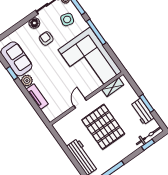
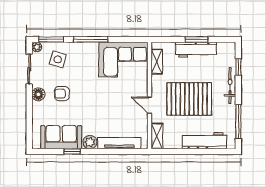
corner sofa: (90, 61) -> (123, 60), width x0.73, depth x0.74
tv unit: (37, 97) -> (119, 143), width x1.41
workbench: (142, 112) -> (196, 50), width x1.38
shelving: (63, 123) -> (157, 136), added
bicycle: (149, 136) -> (230, 86), moved

